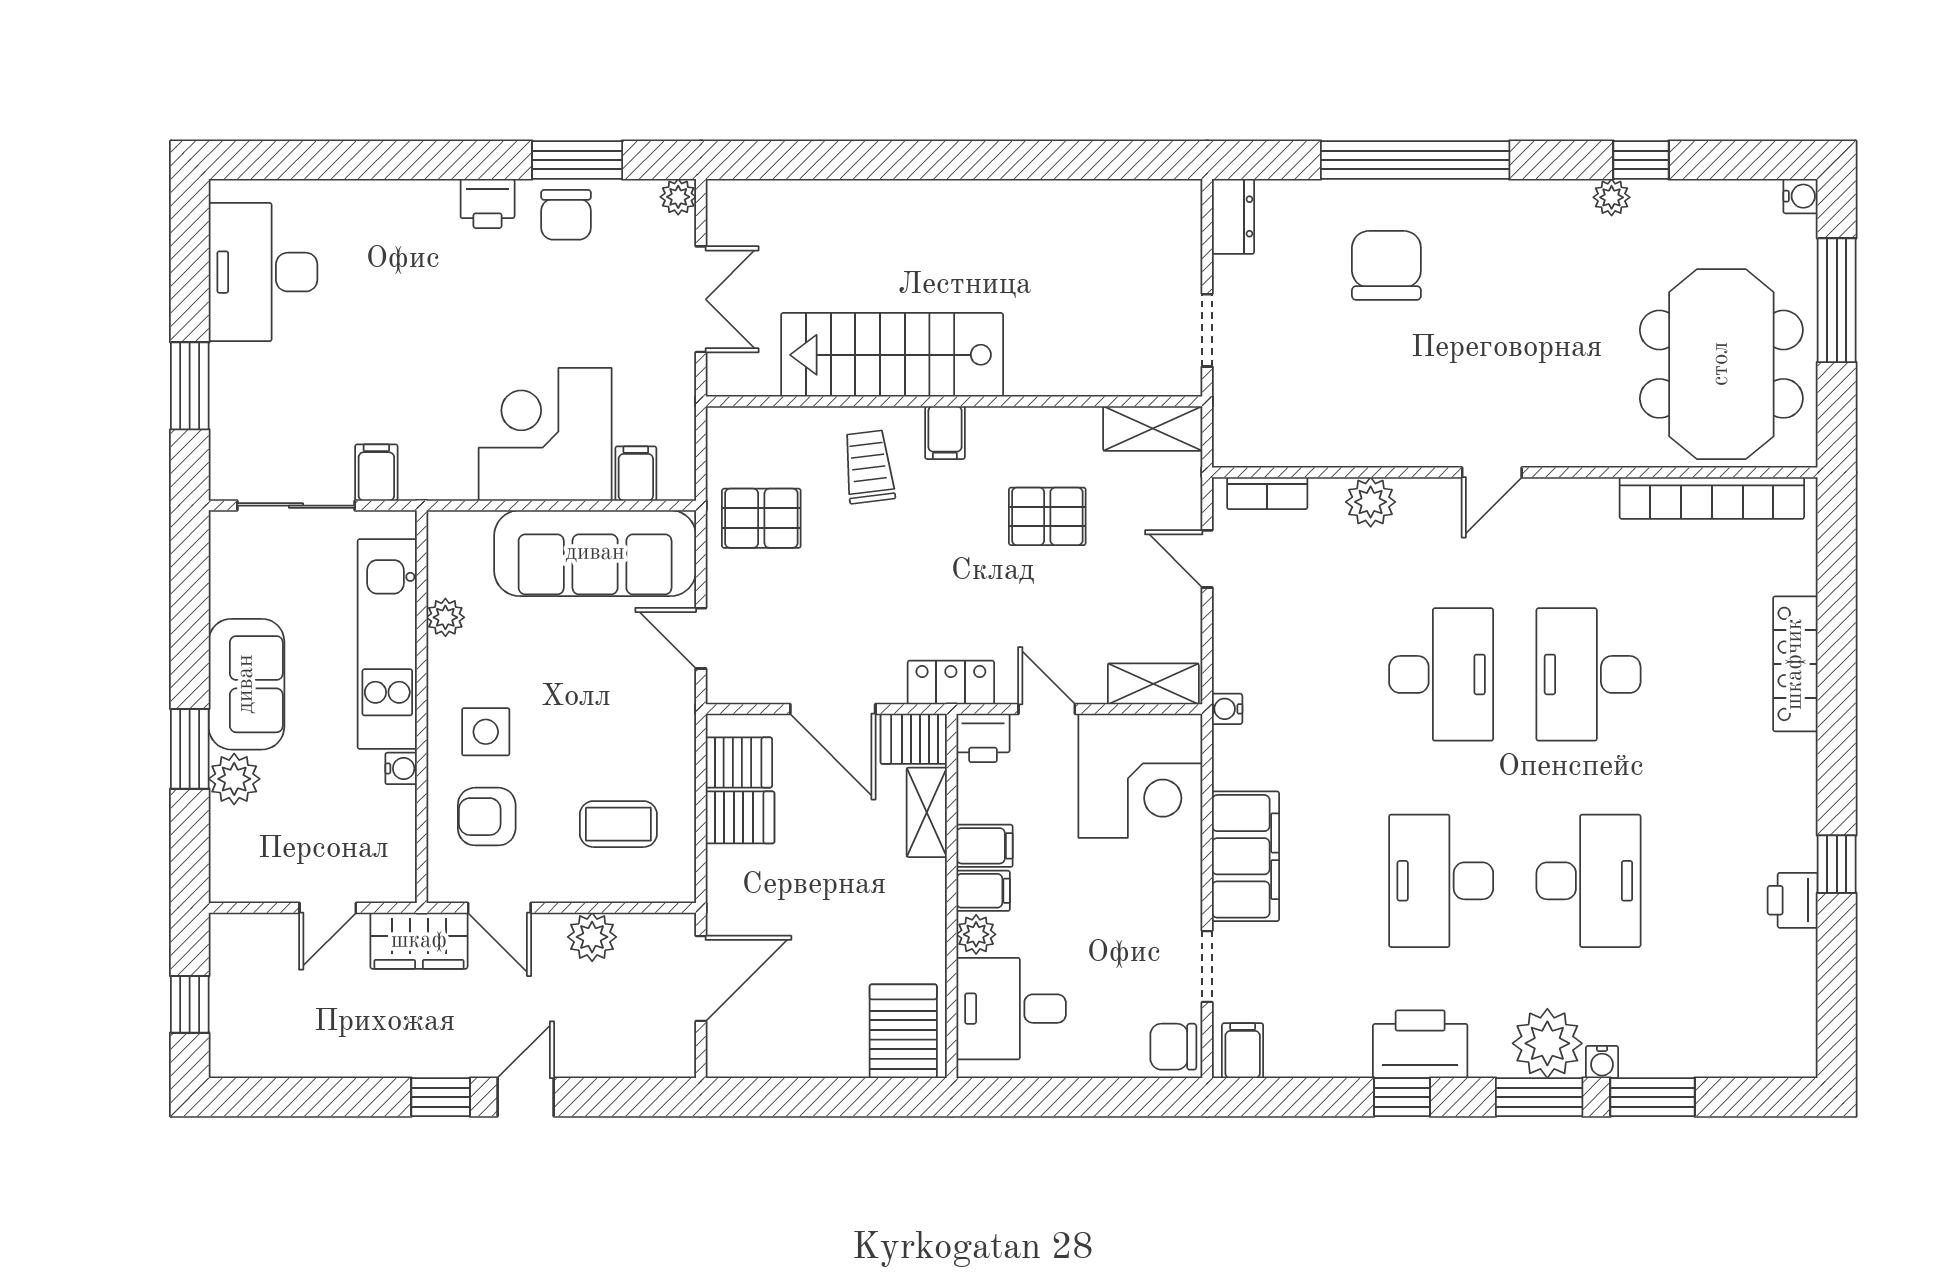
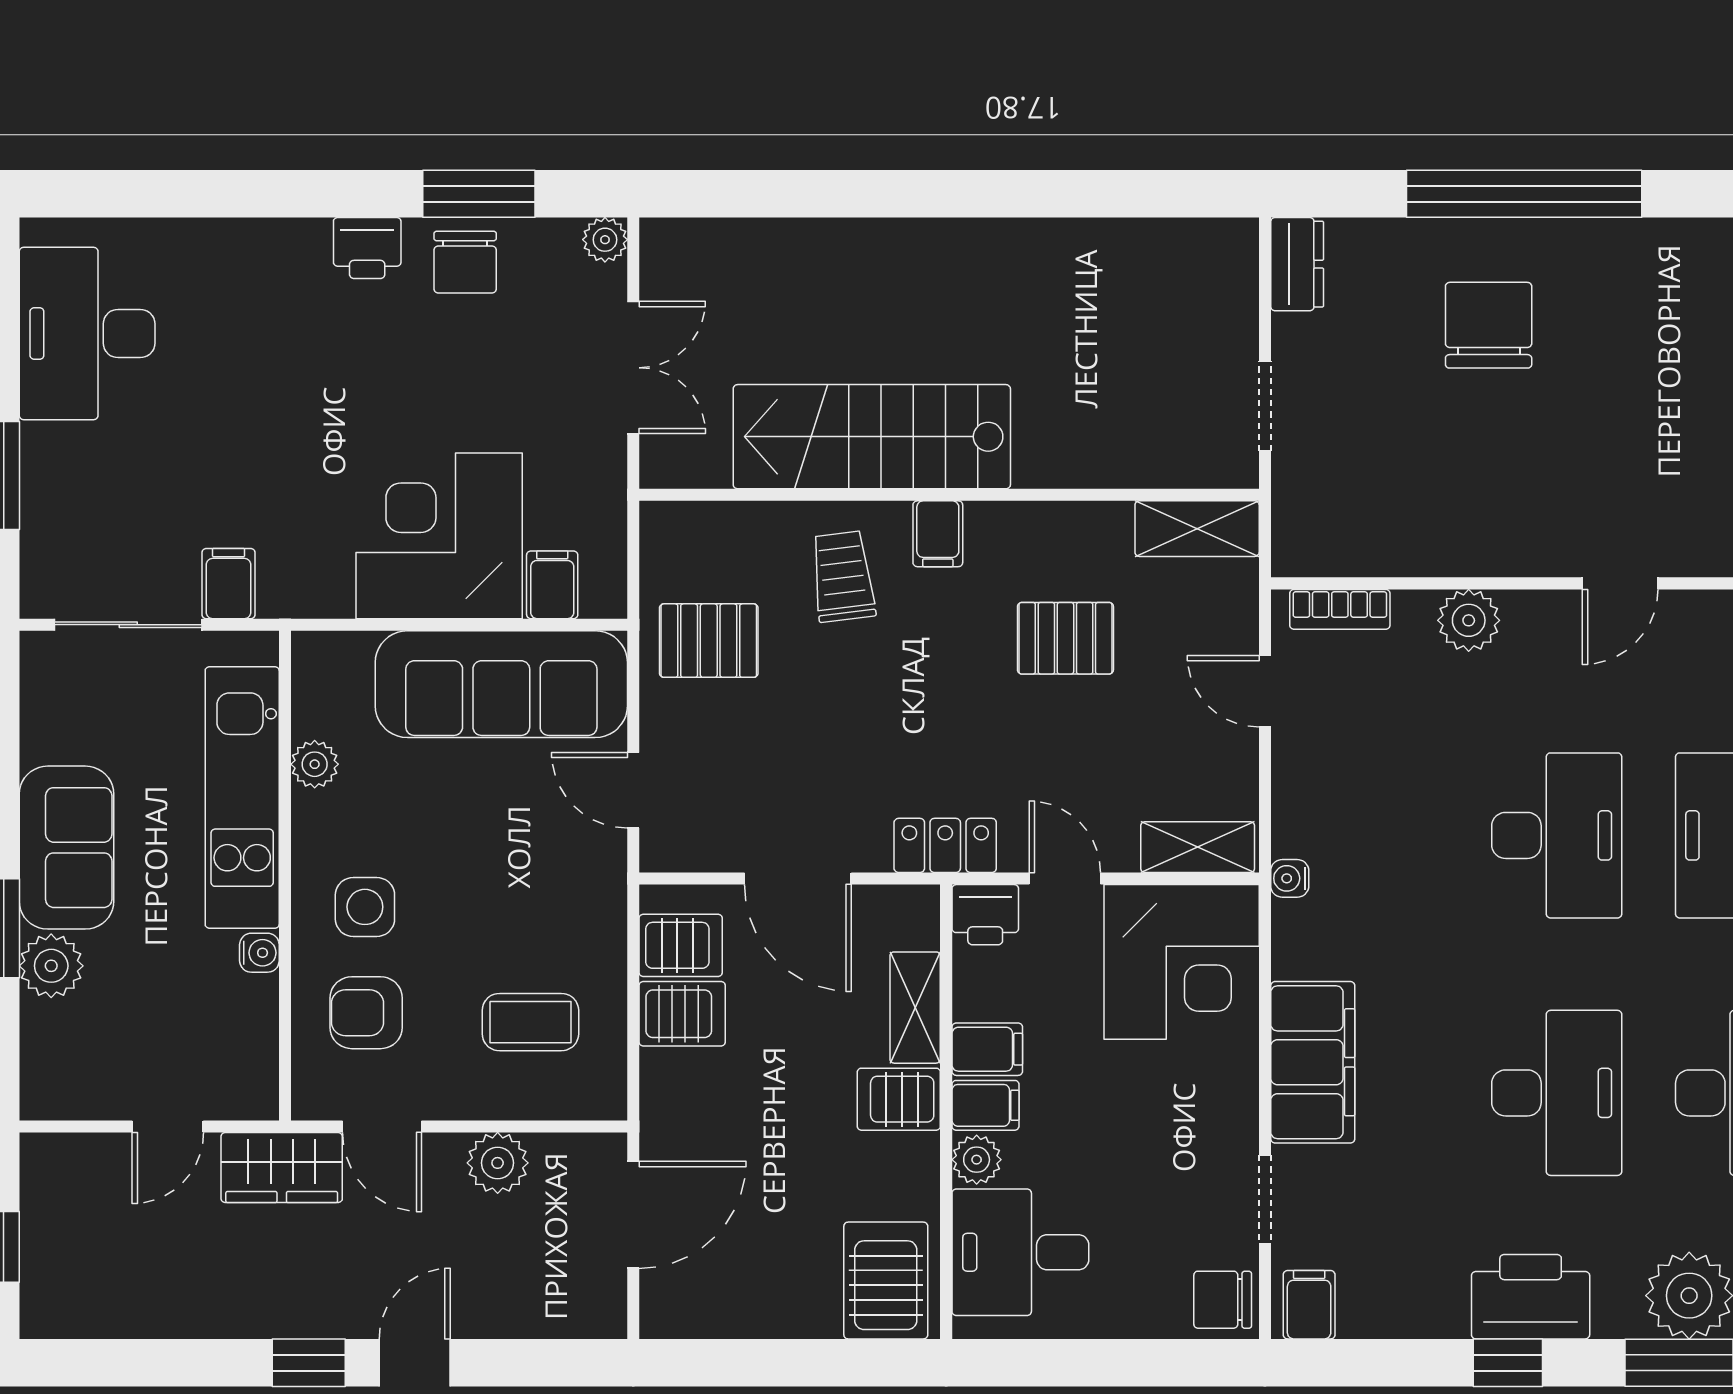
server rack: (914, 739) -> (899, 1099), moved
desk: (1441, 881) -> (1557, 1093), turned 180

